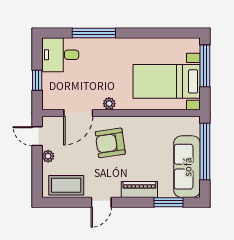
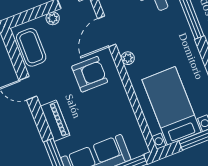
door: (78, 113) -> (107, 31), hinge flipped
armchair: (110, 143) -> (90, 74), turned 98

